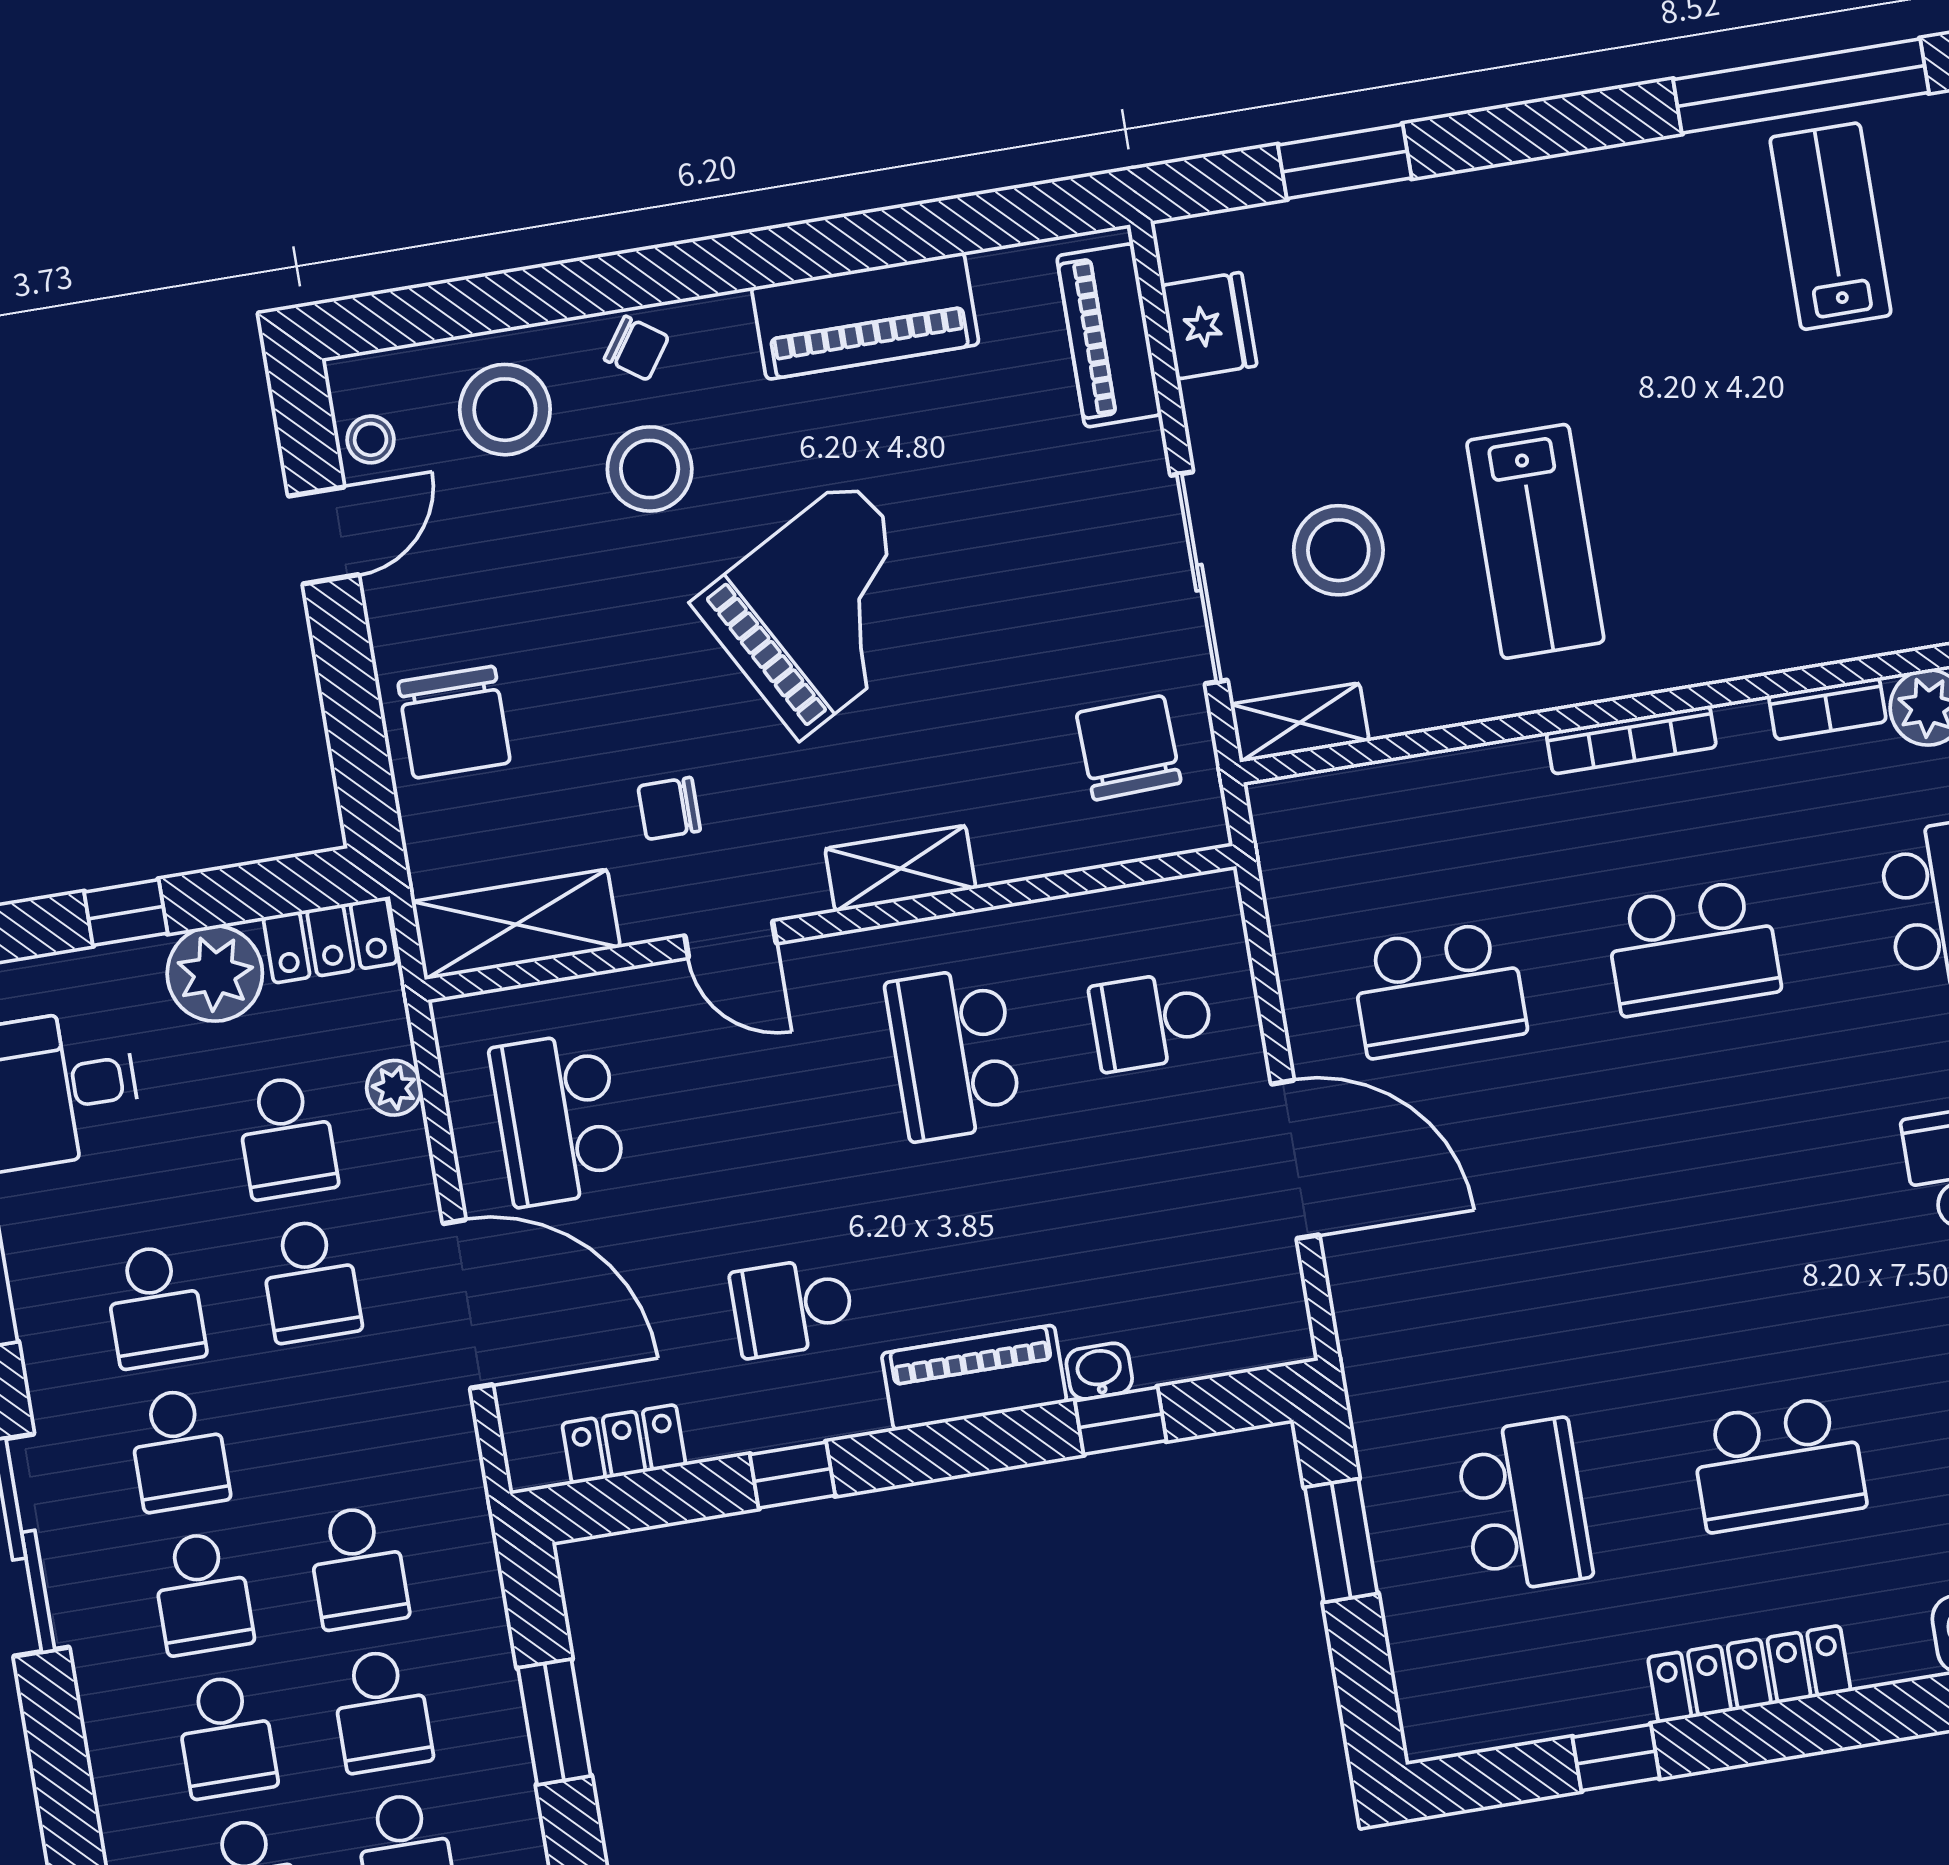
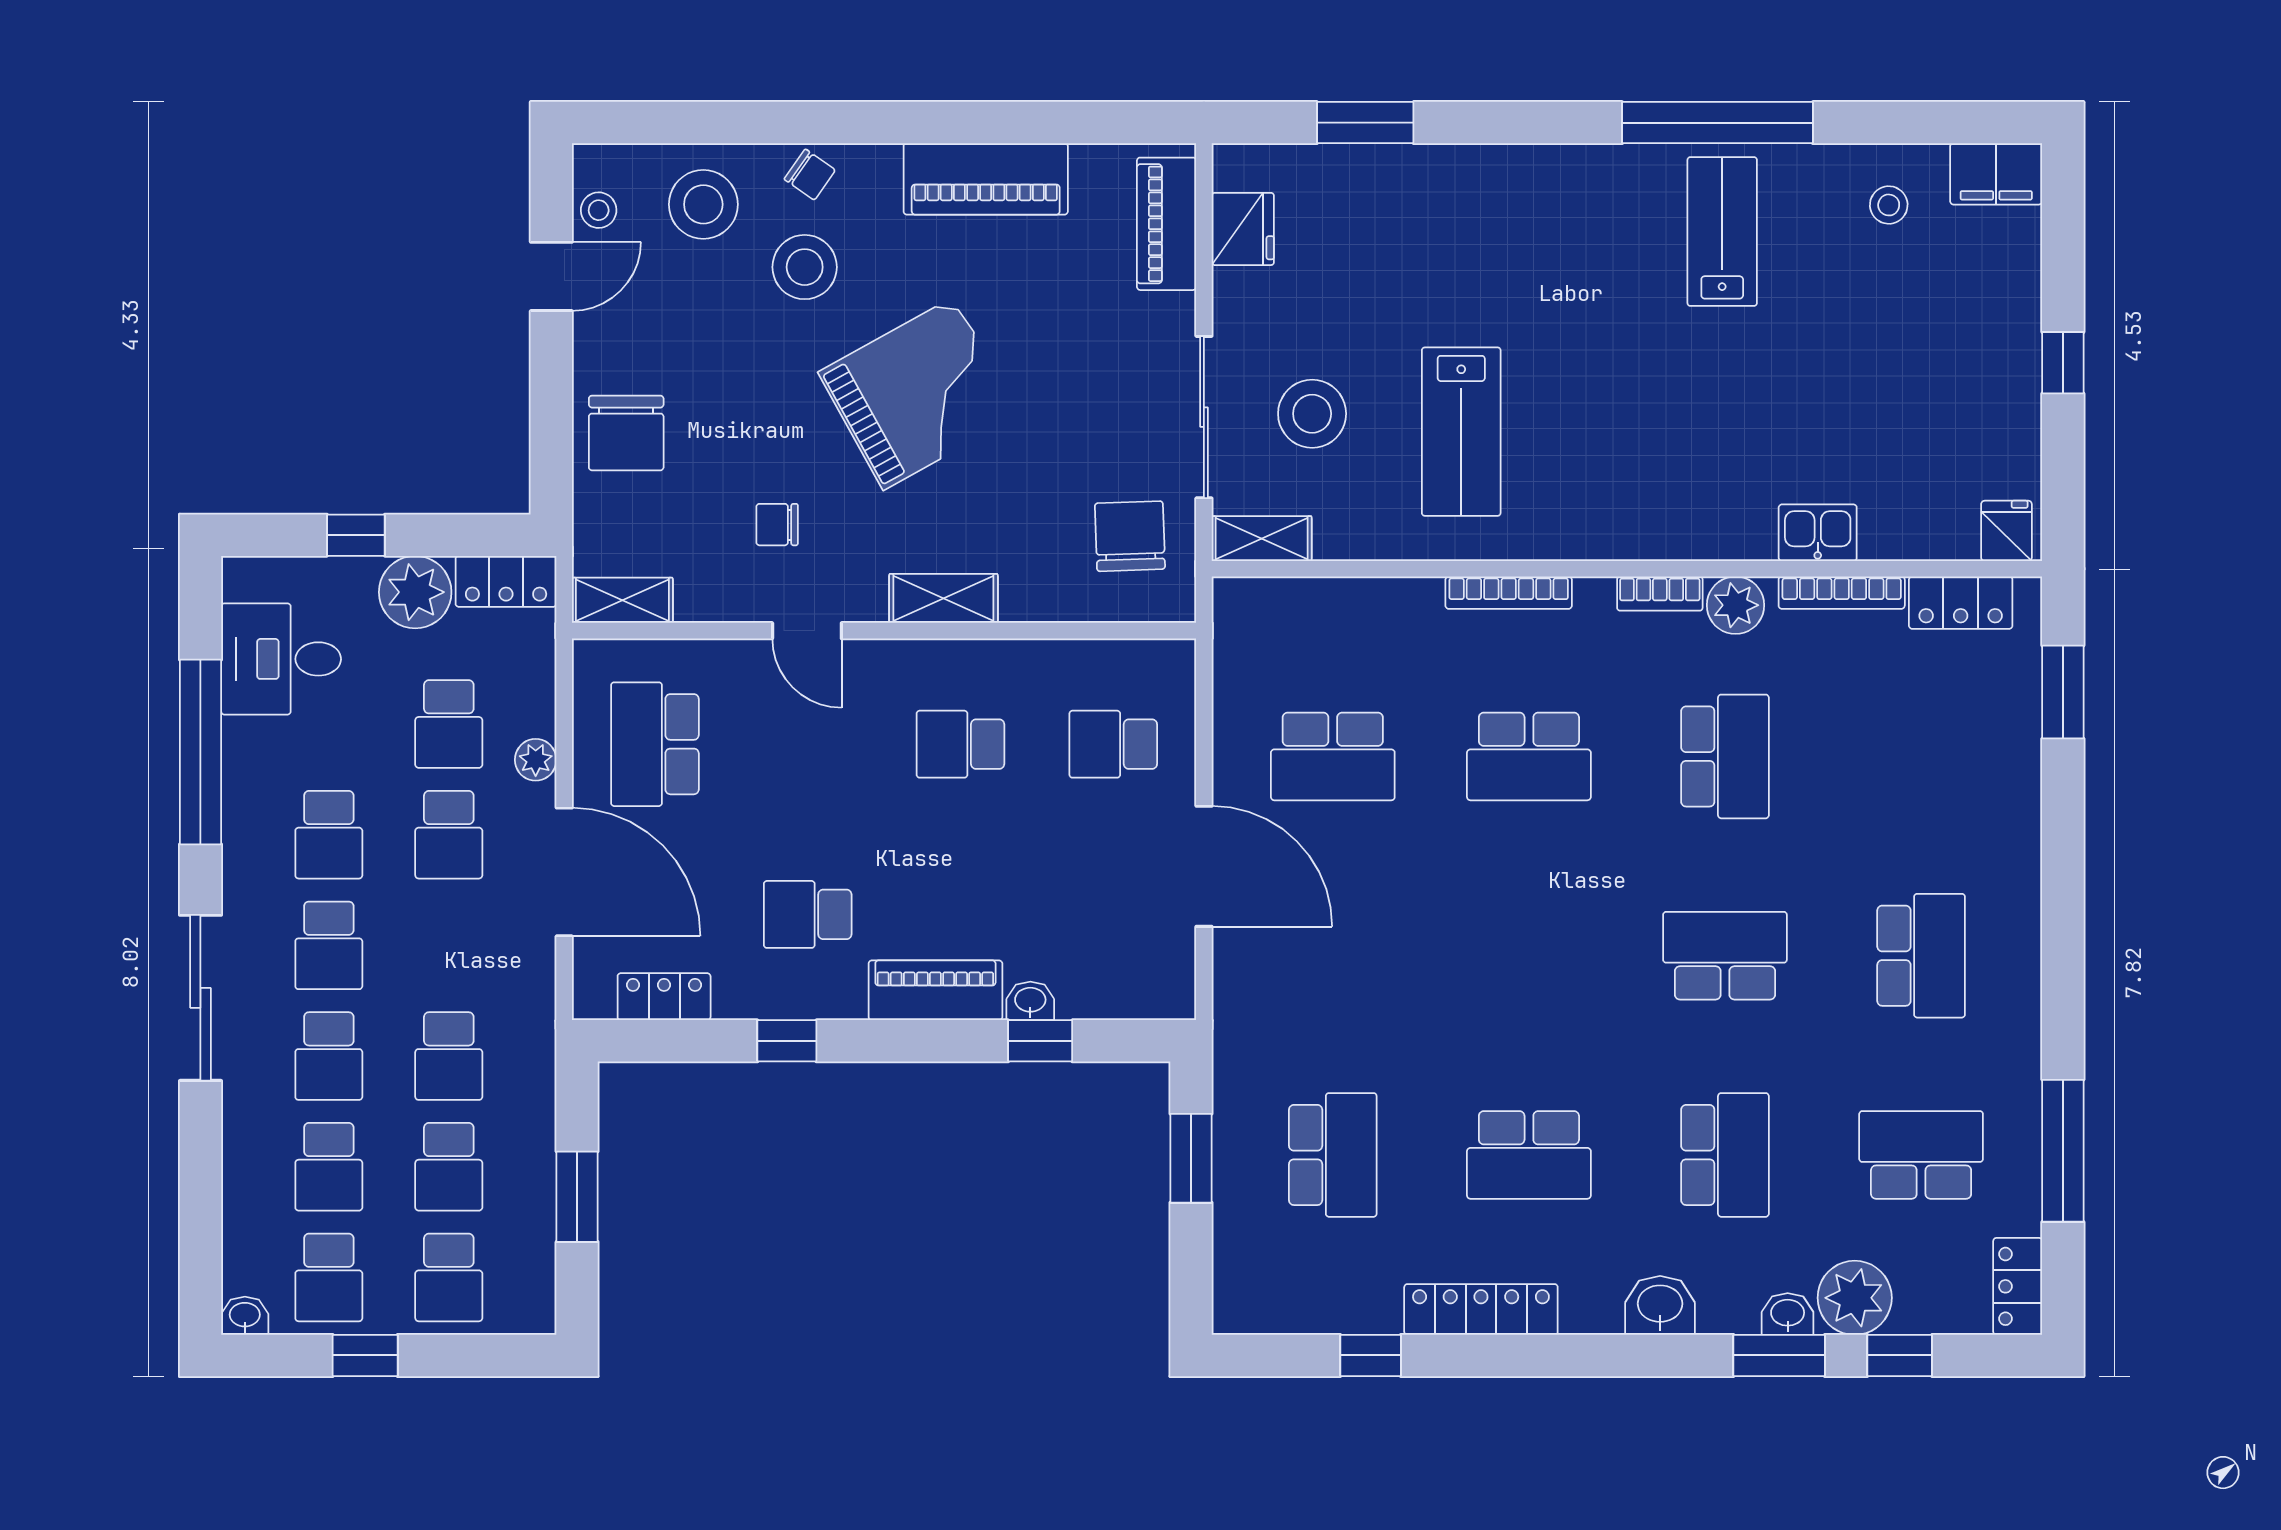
shelving: (516, 924) -> (622, 600), width x0.67, depth x0.75
school desk: (954, 1054) -> (960, 744), width x0.54
plant: (394, 1088) -> (536, 760), moved

